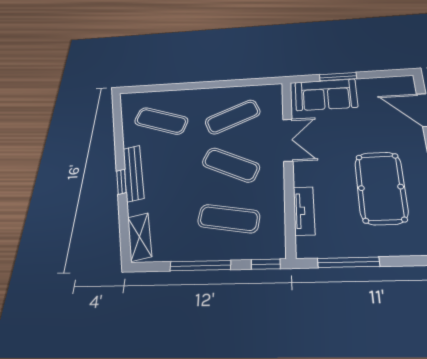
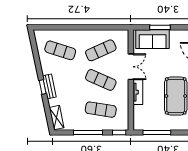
bench: (133, 173) -> (49, 86), width x0.73
tv unit: (304, 211) -> (138, 92), moved

